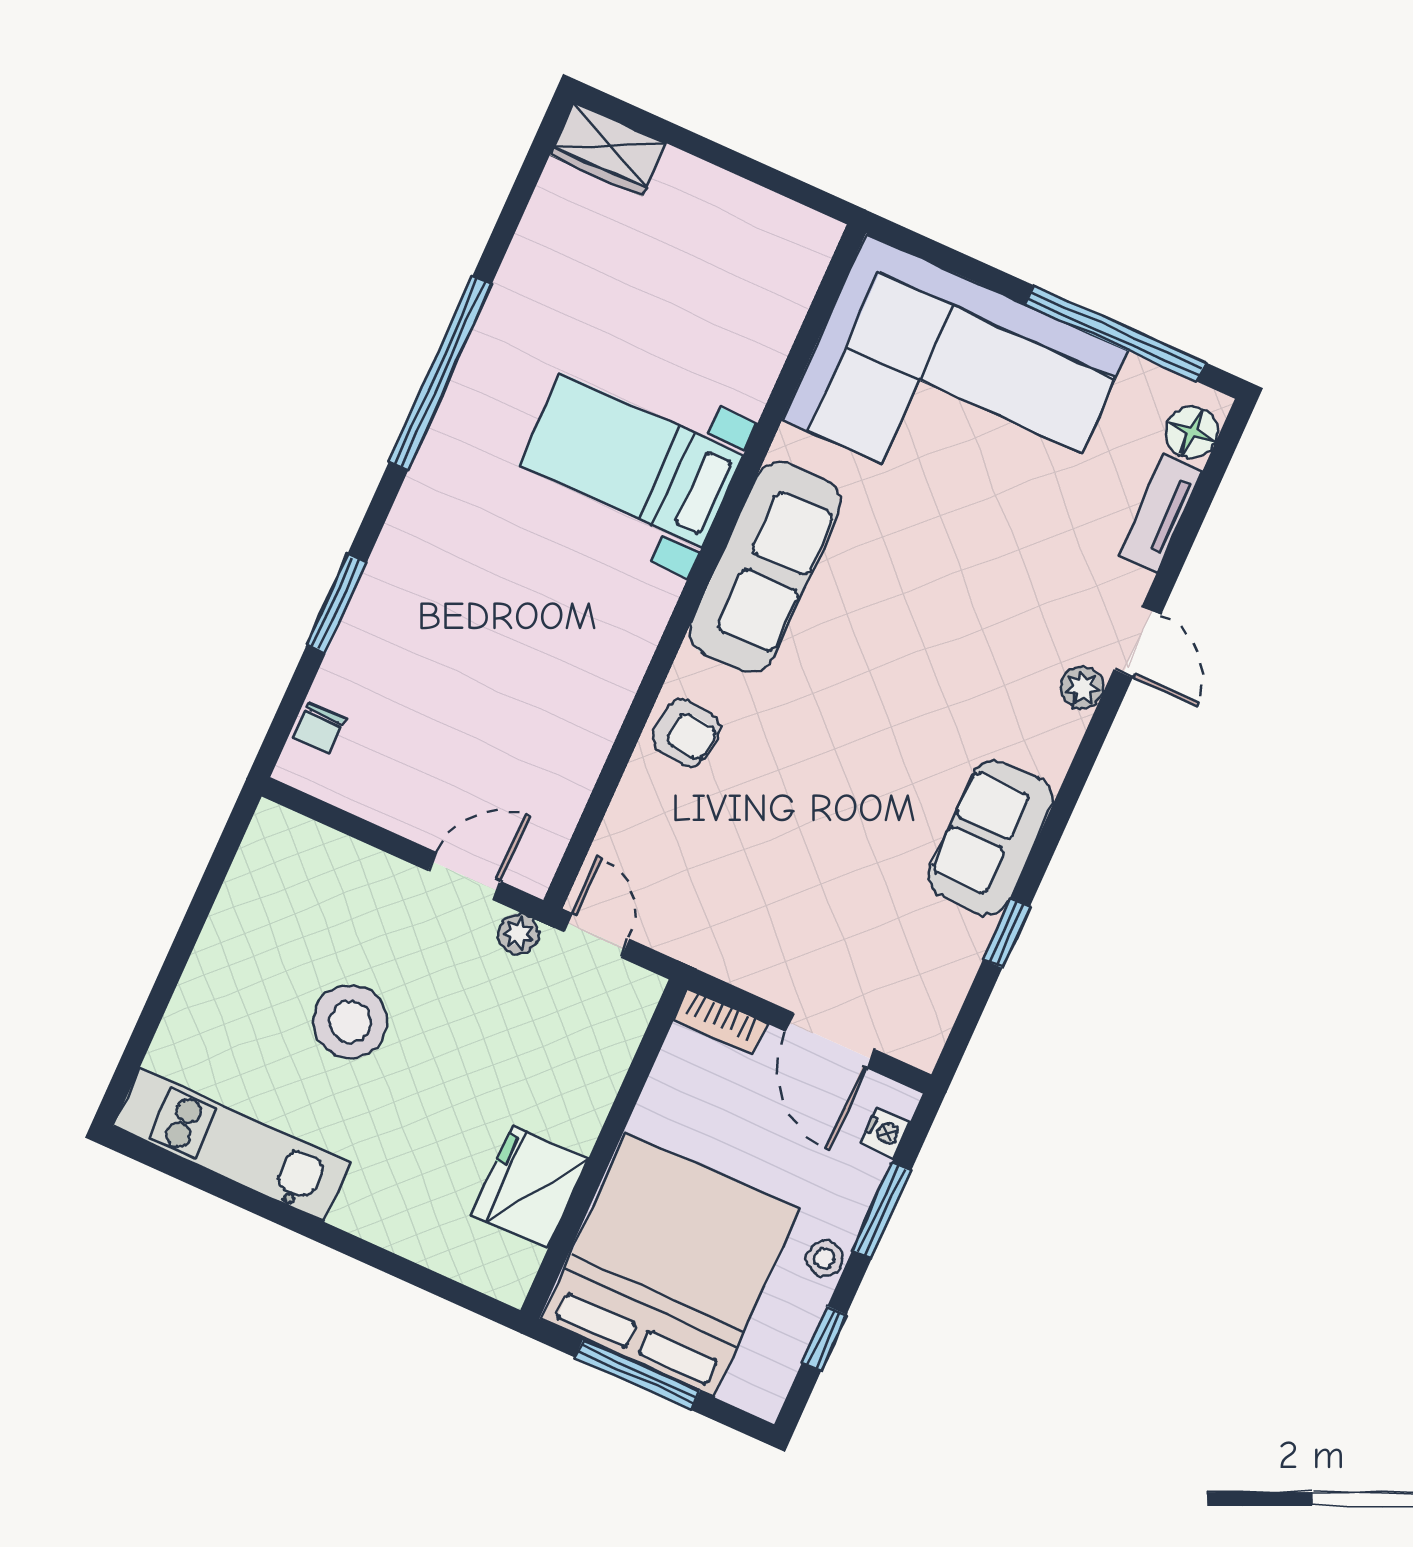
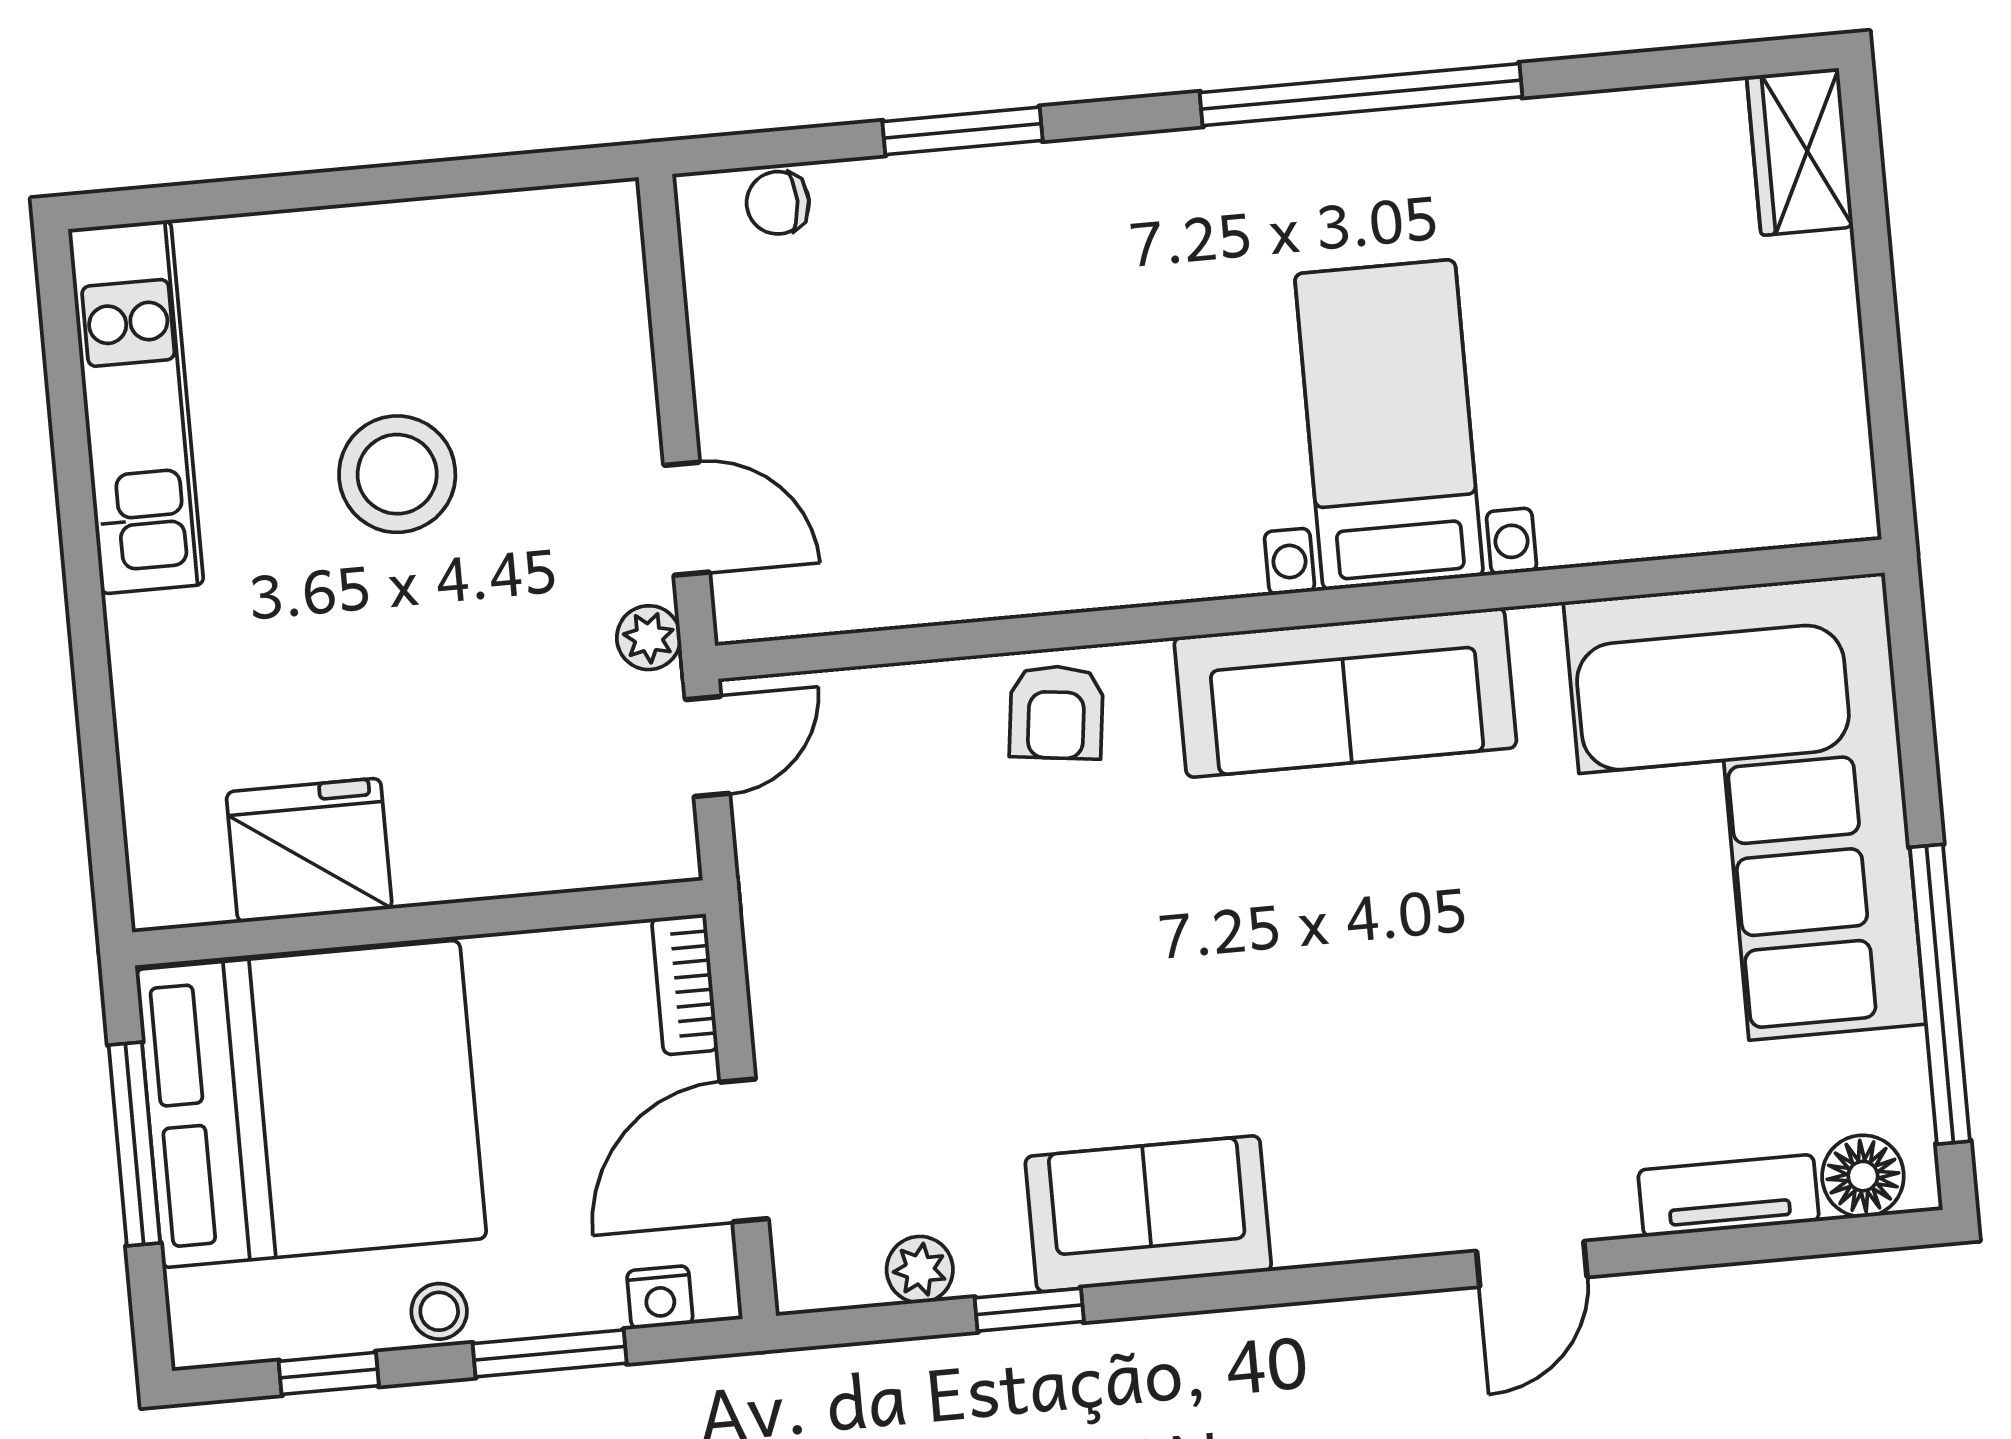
plant: (1082, 687) -> (920, 1270), moved

